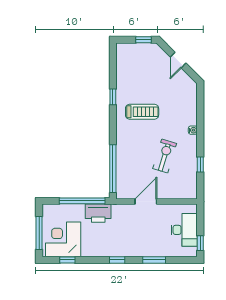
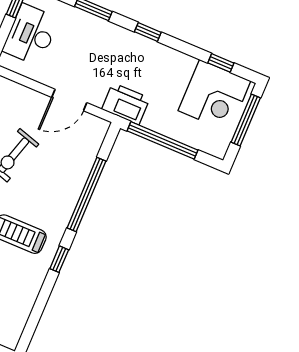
window: (113, 97) -> (59, 259), moved
window: (113, 169) -> (87, 194), moved
printer: (98, 213) -> (126, 104), moved

